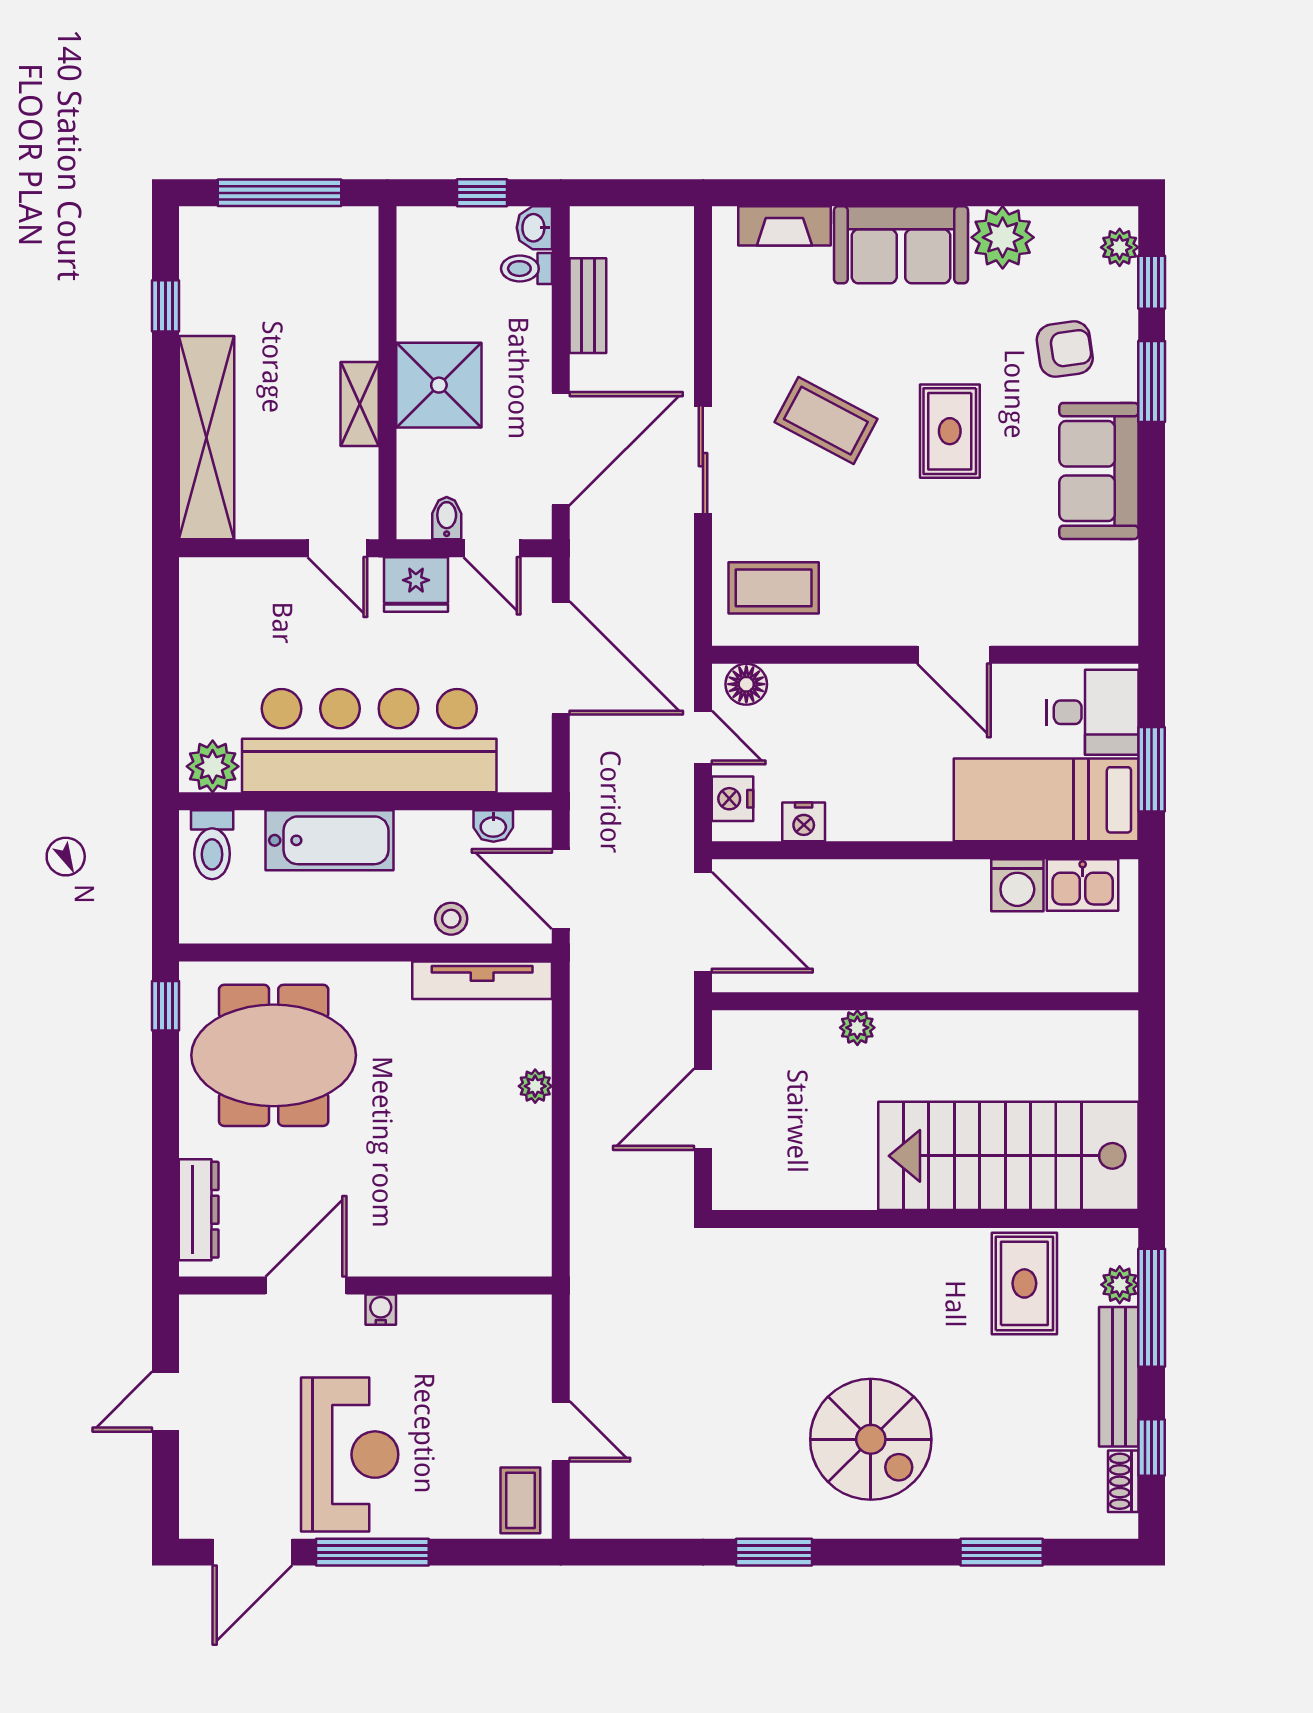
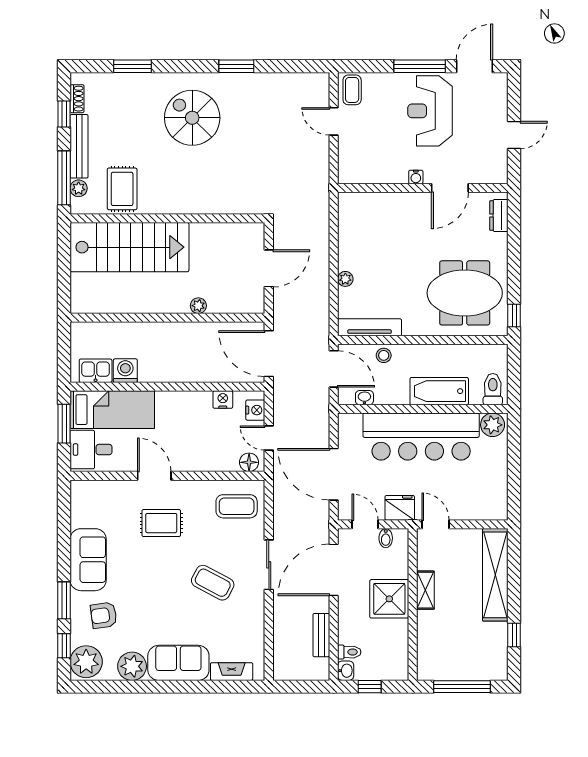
plant: (1120, 247) -> (86, 662), width x1.88, depth x1.88
rug: (950, 431) -> (161, 523), moved, turned 90
dresser: (199, 1210) -> (499, 216), width x0.70

